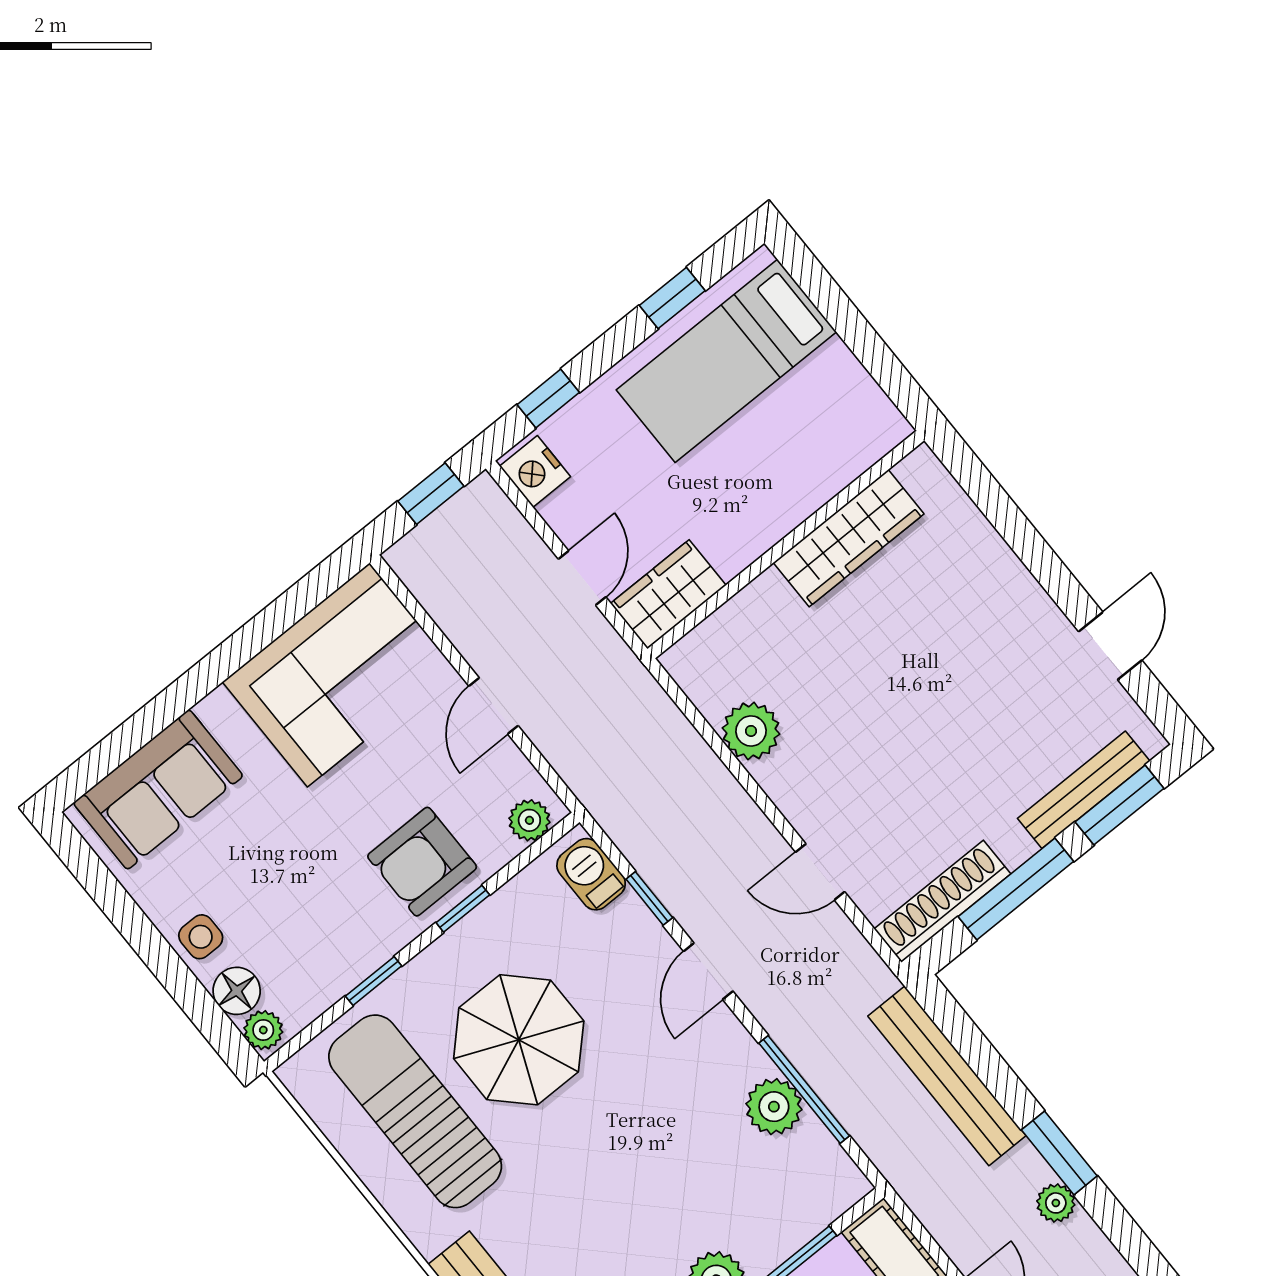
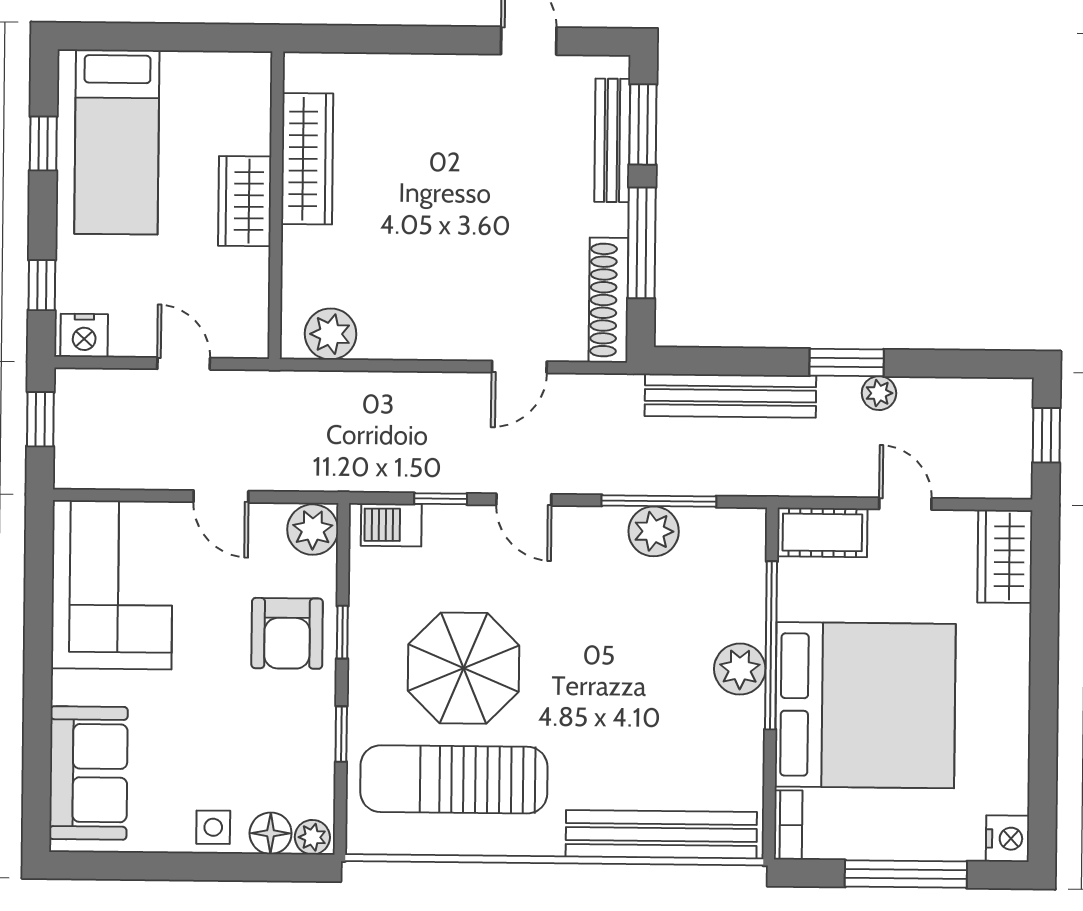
wardrobe: (668, 594) -> (245, 201), moved
plant: (751, 731) -> (331, 334), moved
plant: (529, 820) -> (313, 530), width x1.38, depth x1.38

